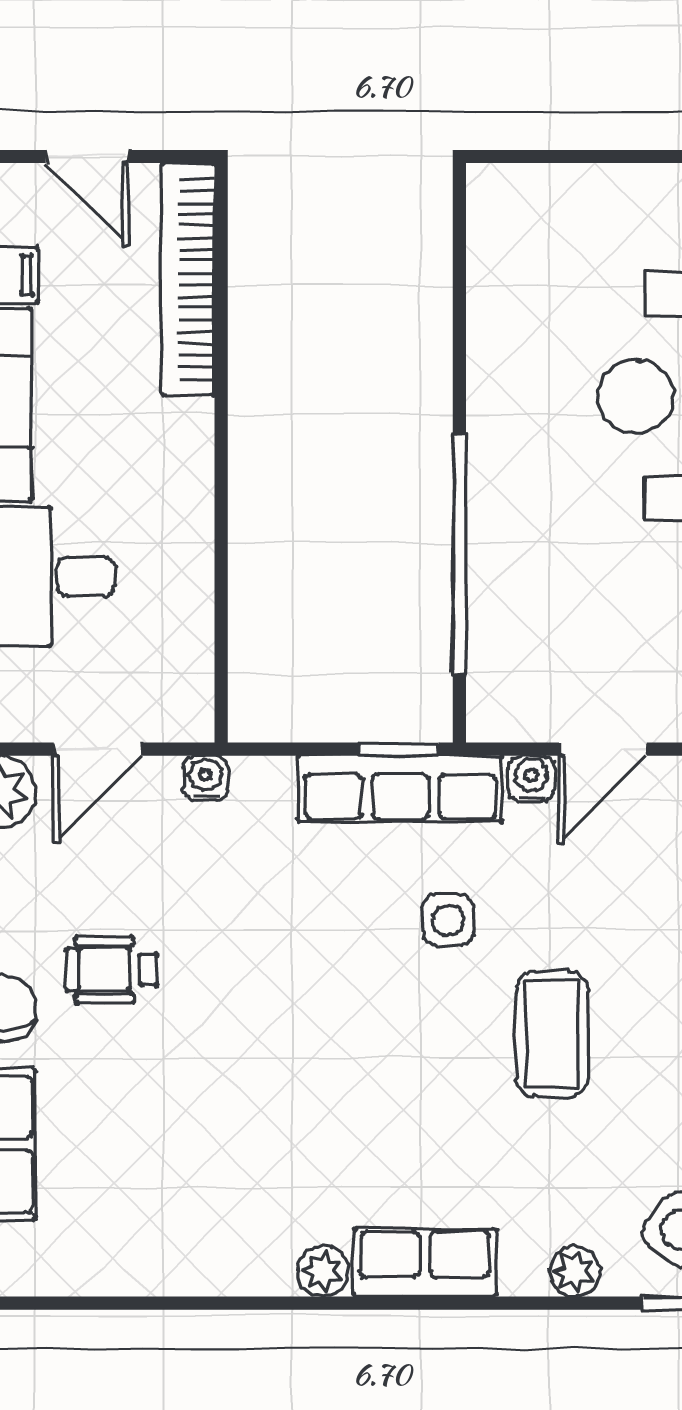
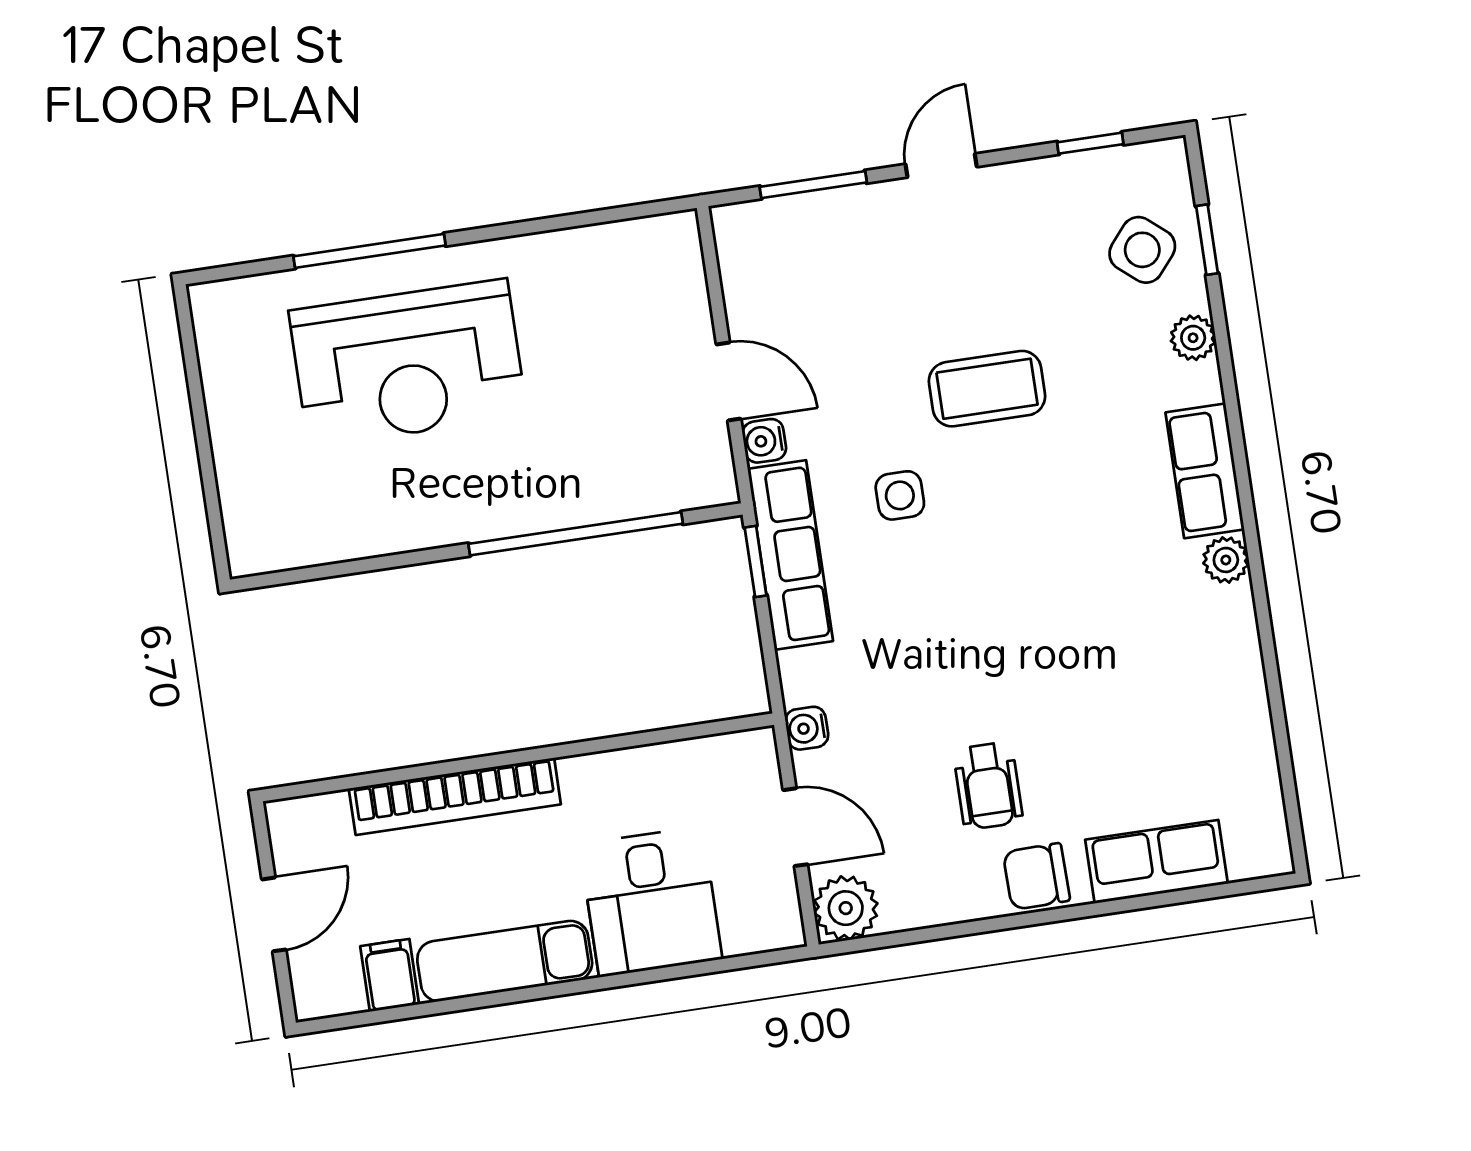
bookcase: (188, 279) -> (455, 796), moved

